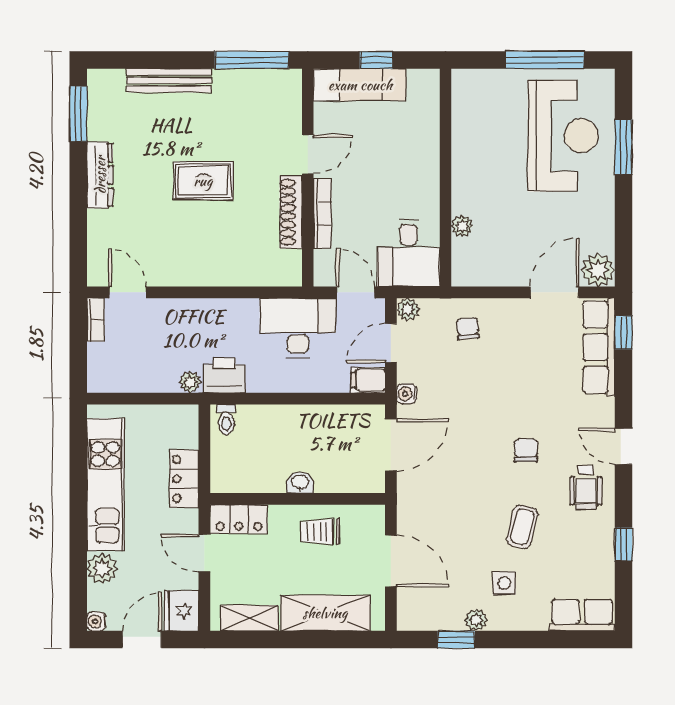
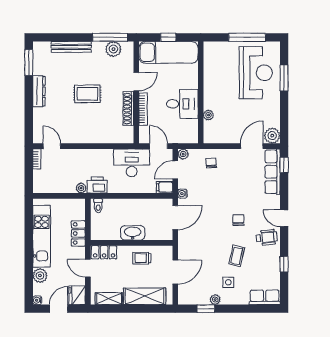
plant: (259, 85) -> (113, 49), added
exam couch: (360, 85) -> (168, 52), width x1.36, depth x1.45
desk: (409, 253) -> (182, 104), moved, turned -90
washbasin: (300, 482) -> (133, 233), width x1.91, depth x1.45
wheelchair: (586, 487) -> (266, 237), turned -96
door: (391, 561) -> (175, 272), hinge flipped

